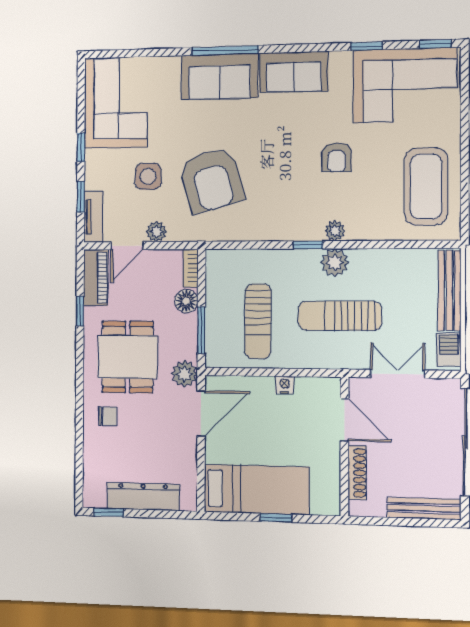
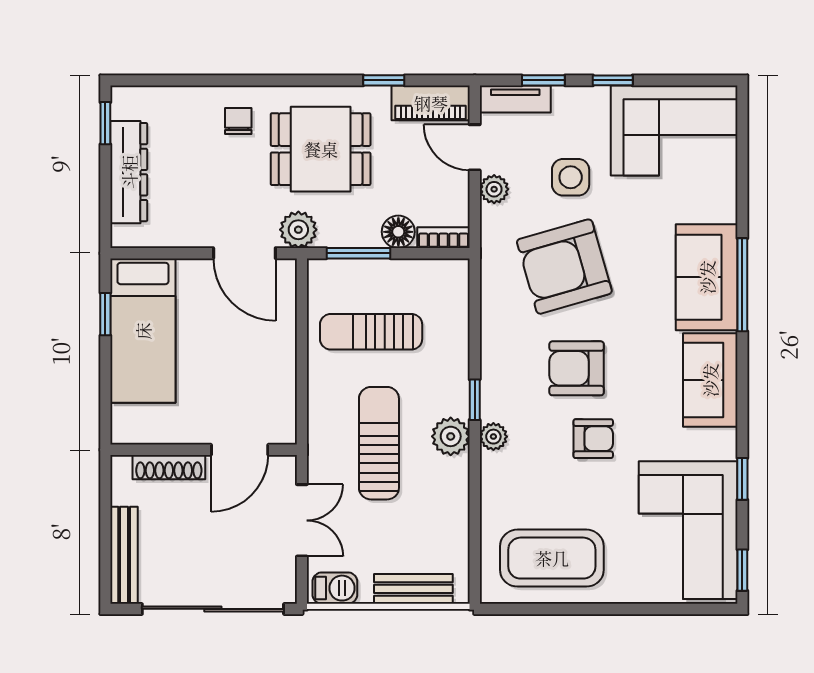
armchair: (337, 157) -> (593, 439), turned 180
armchair: (285, 170) -> (577, 368), added
bench: (449, 291) -> (413, 589), width x0.73
nightstand: (285, 385) -> (285, 369), removed
chair: (108, 416) -> (238, 121), turned 180
window: (276, 518) -> (105, 314), moved

